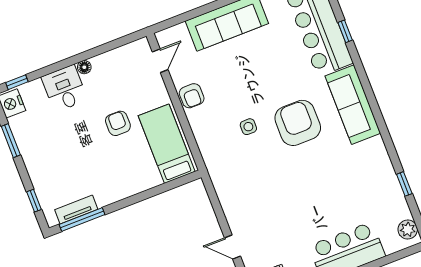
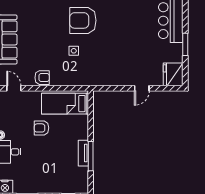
tv unit: (76, 209) -> (83, 153), moved
window: (82, 219) -> (91, 156), moved

